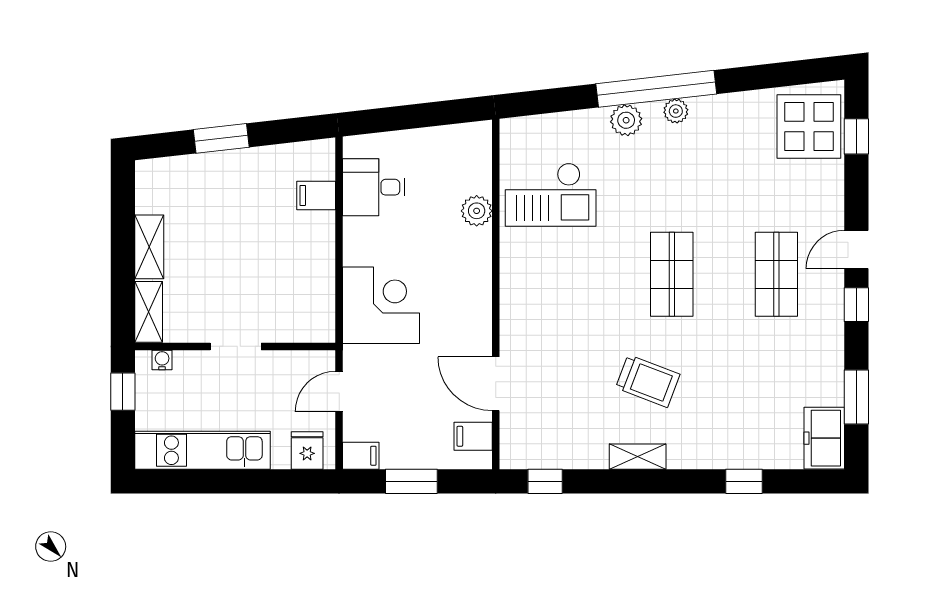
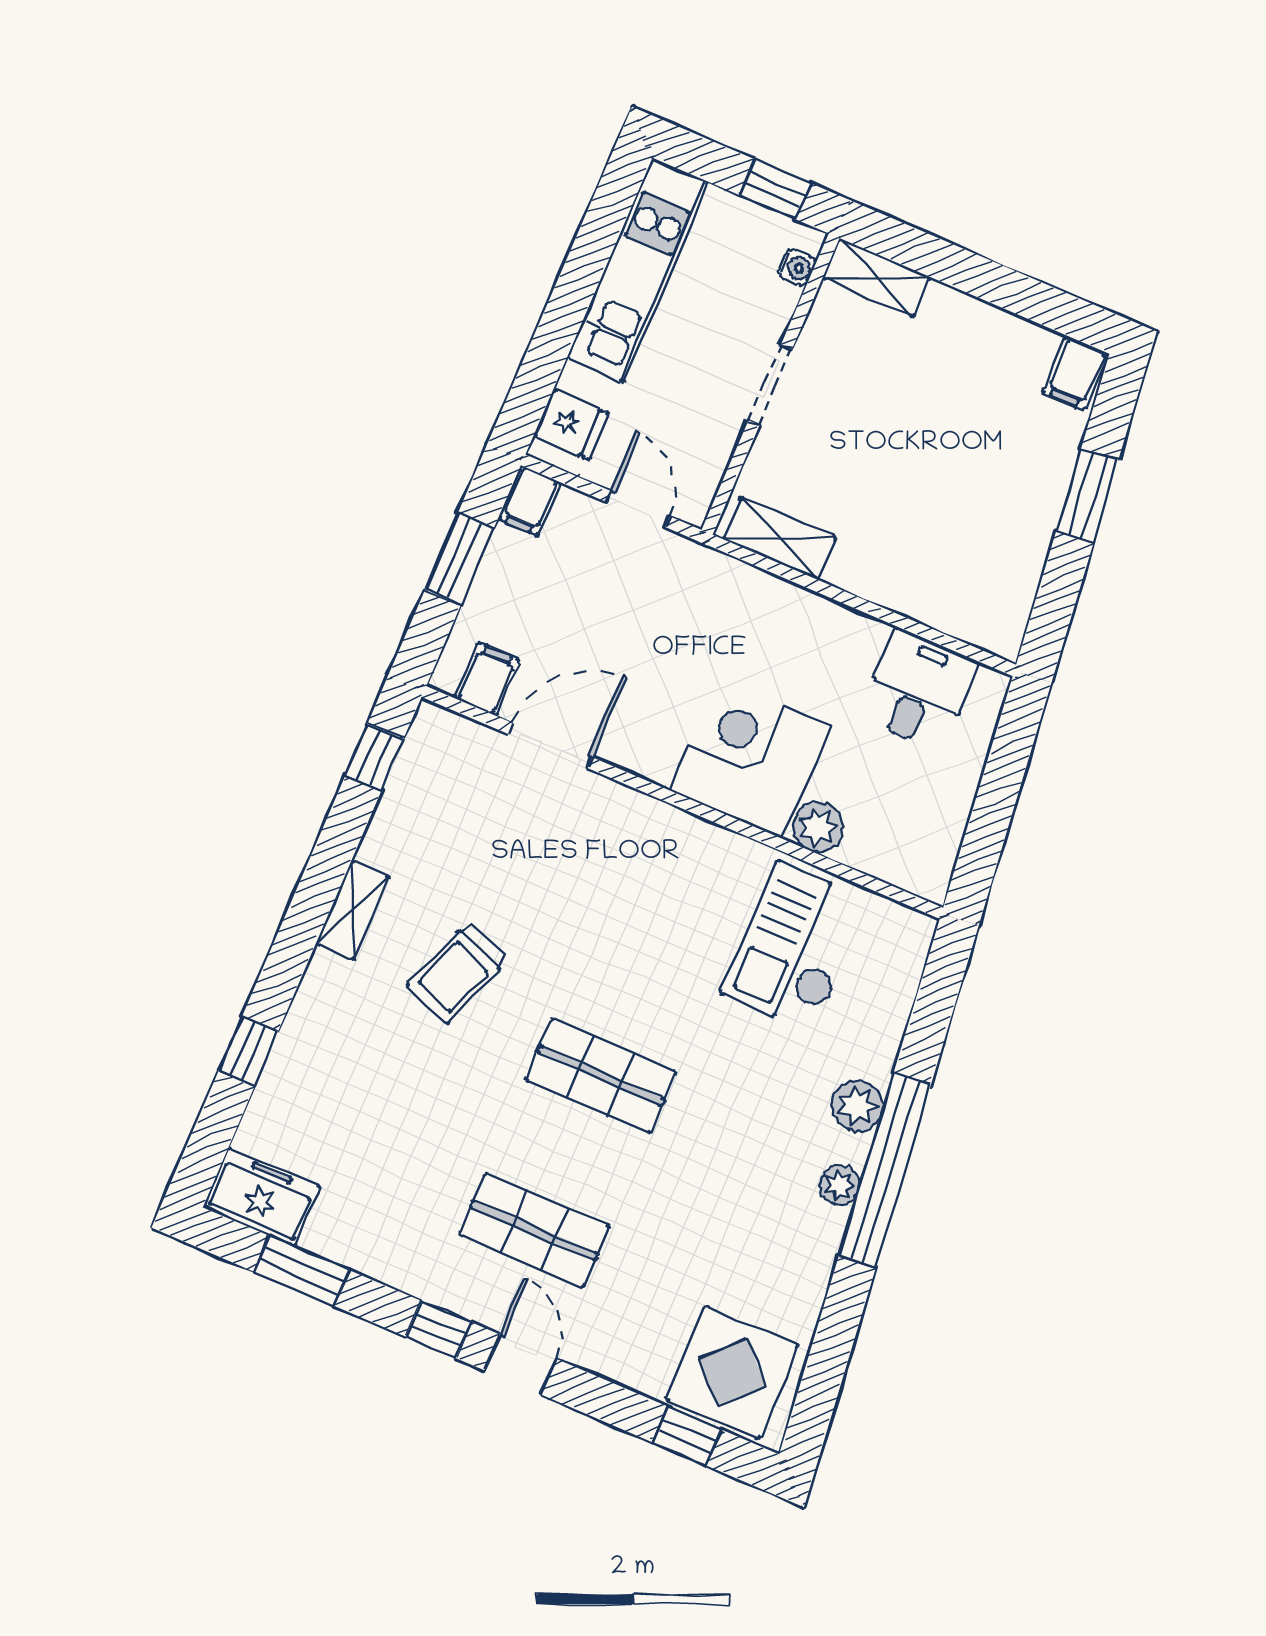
filing cabinet: (316, 195) -> (1075, 373), moved, turned 180
shelving: (149, 247) -> (780, 538), moved
corner desk: (381, 305) -> (750, 758), moved, turned 180

